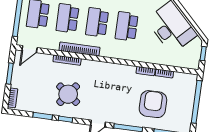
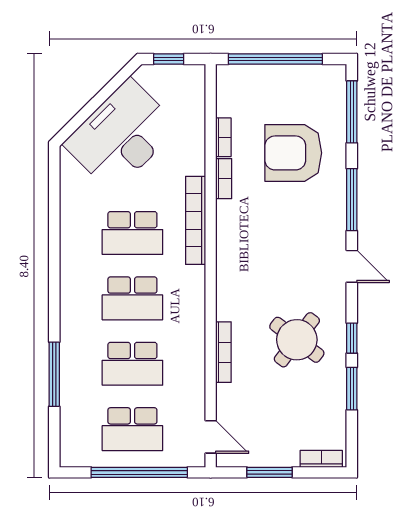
bookcase: (79, 49) -> (196, 220), moved

